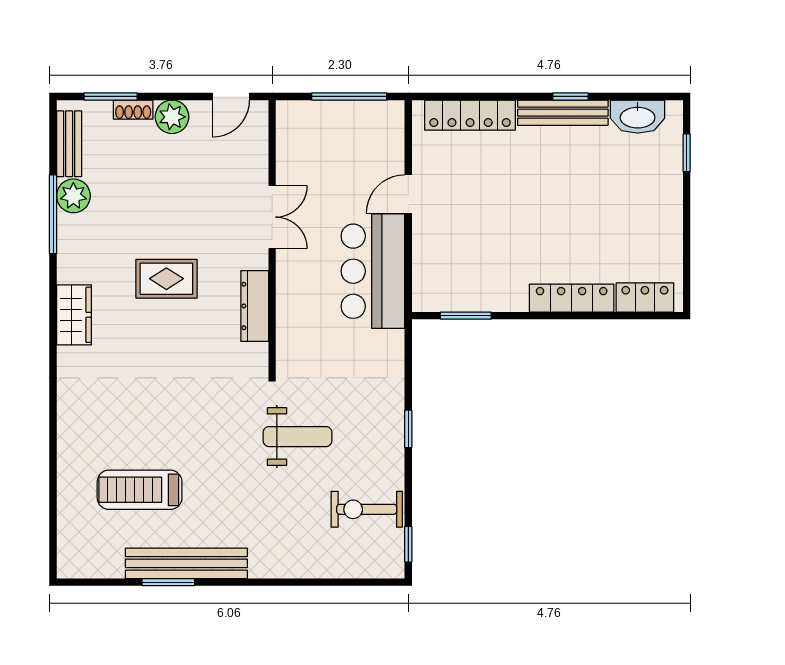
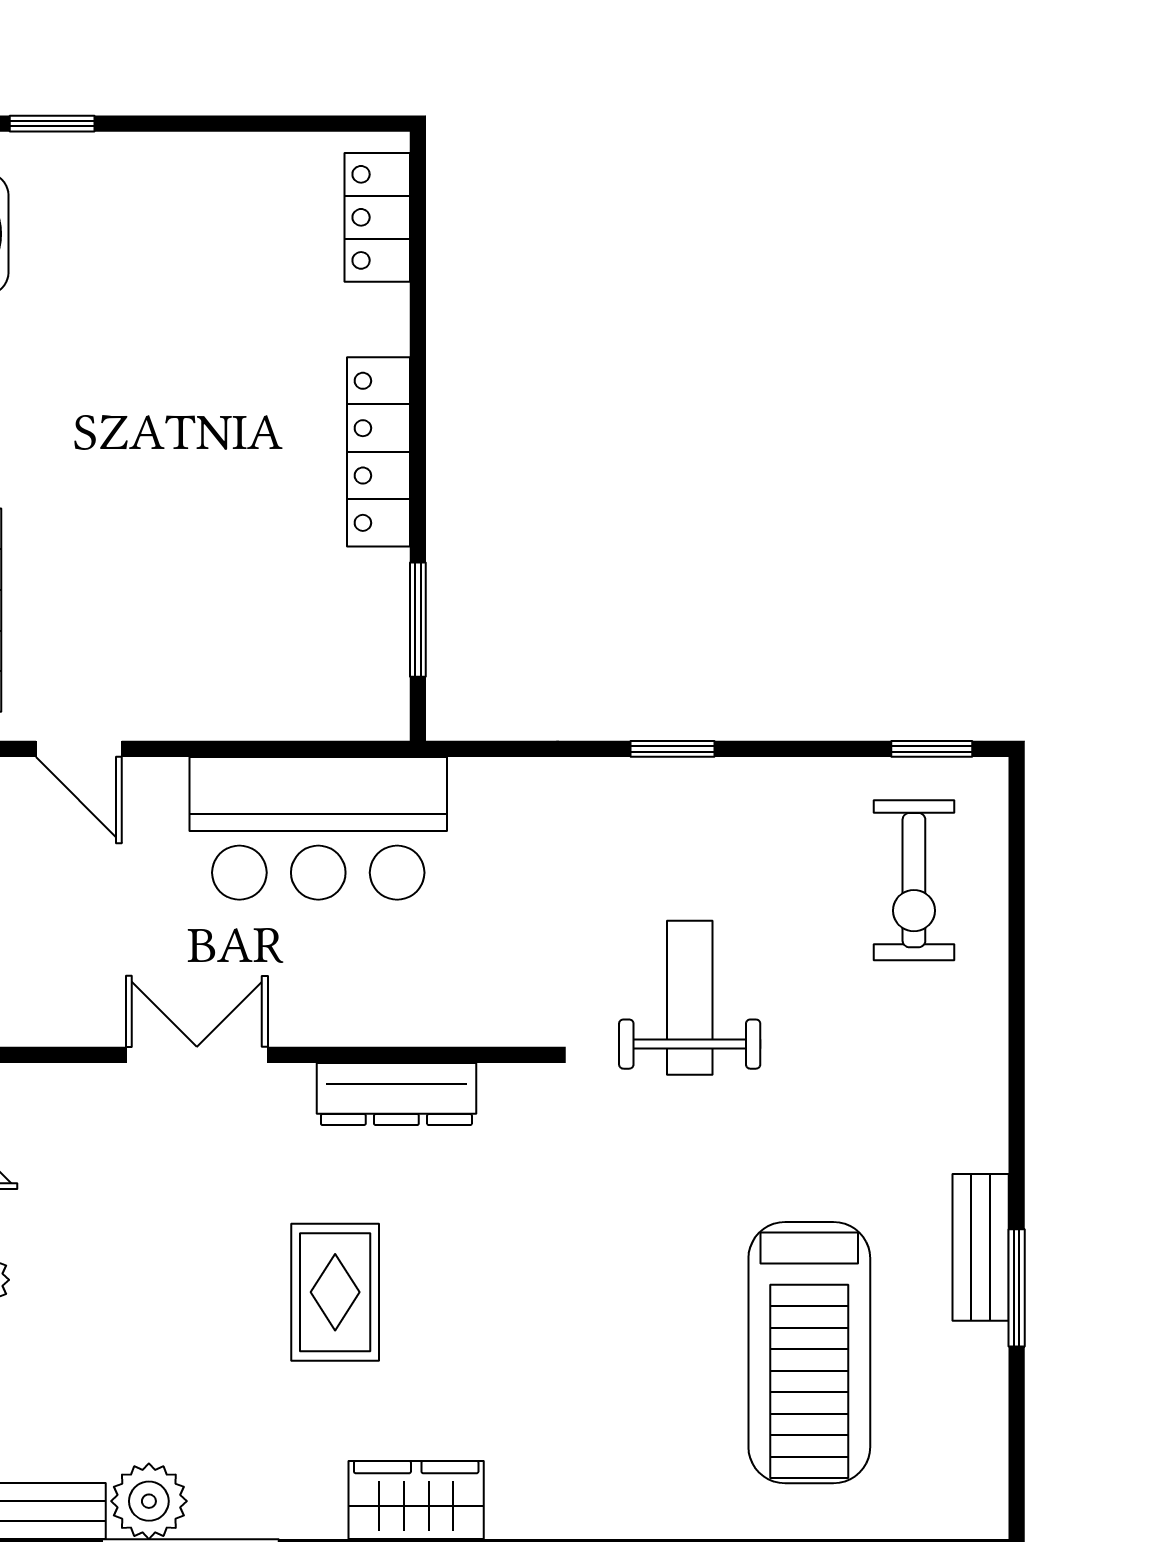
door: (408, 194) -> (79, 749), moved
locker: (572, 298) -> (379, 452), moved
treadmill: (140, 490) -> (809, 1353), width x1.37, depth x1.38
exercise bike: (367, 509) -> (914, 880), moved
bench: (186, 563) -> (981, 1247), width x0.54, depth x0.82

